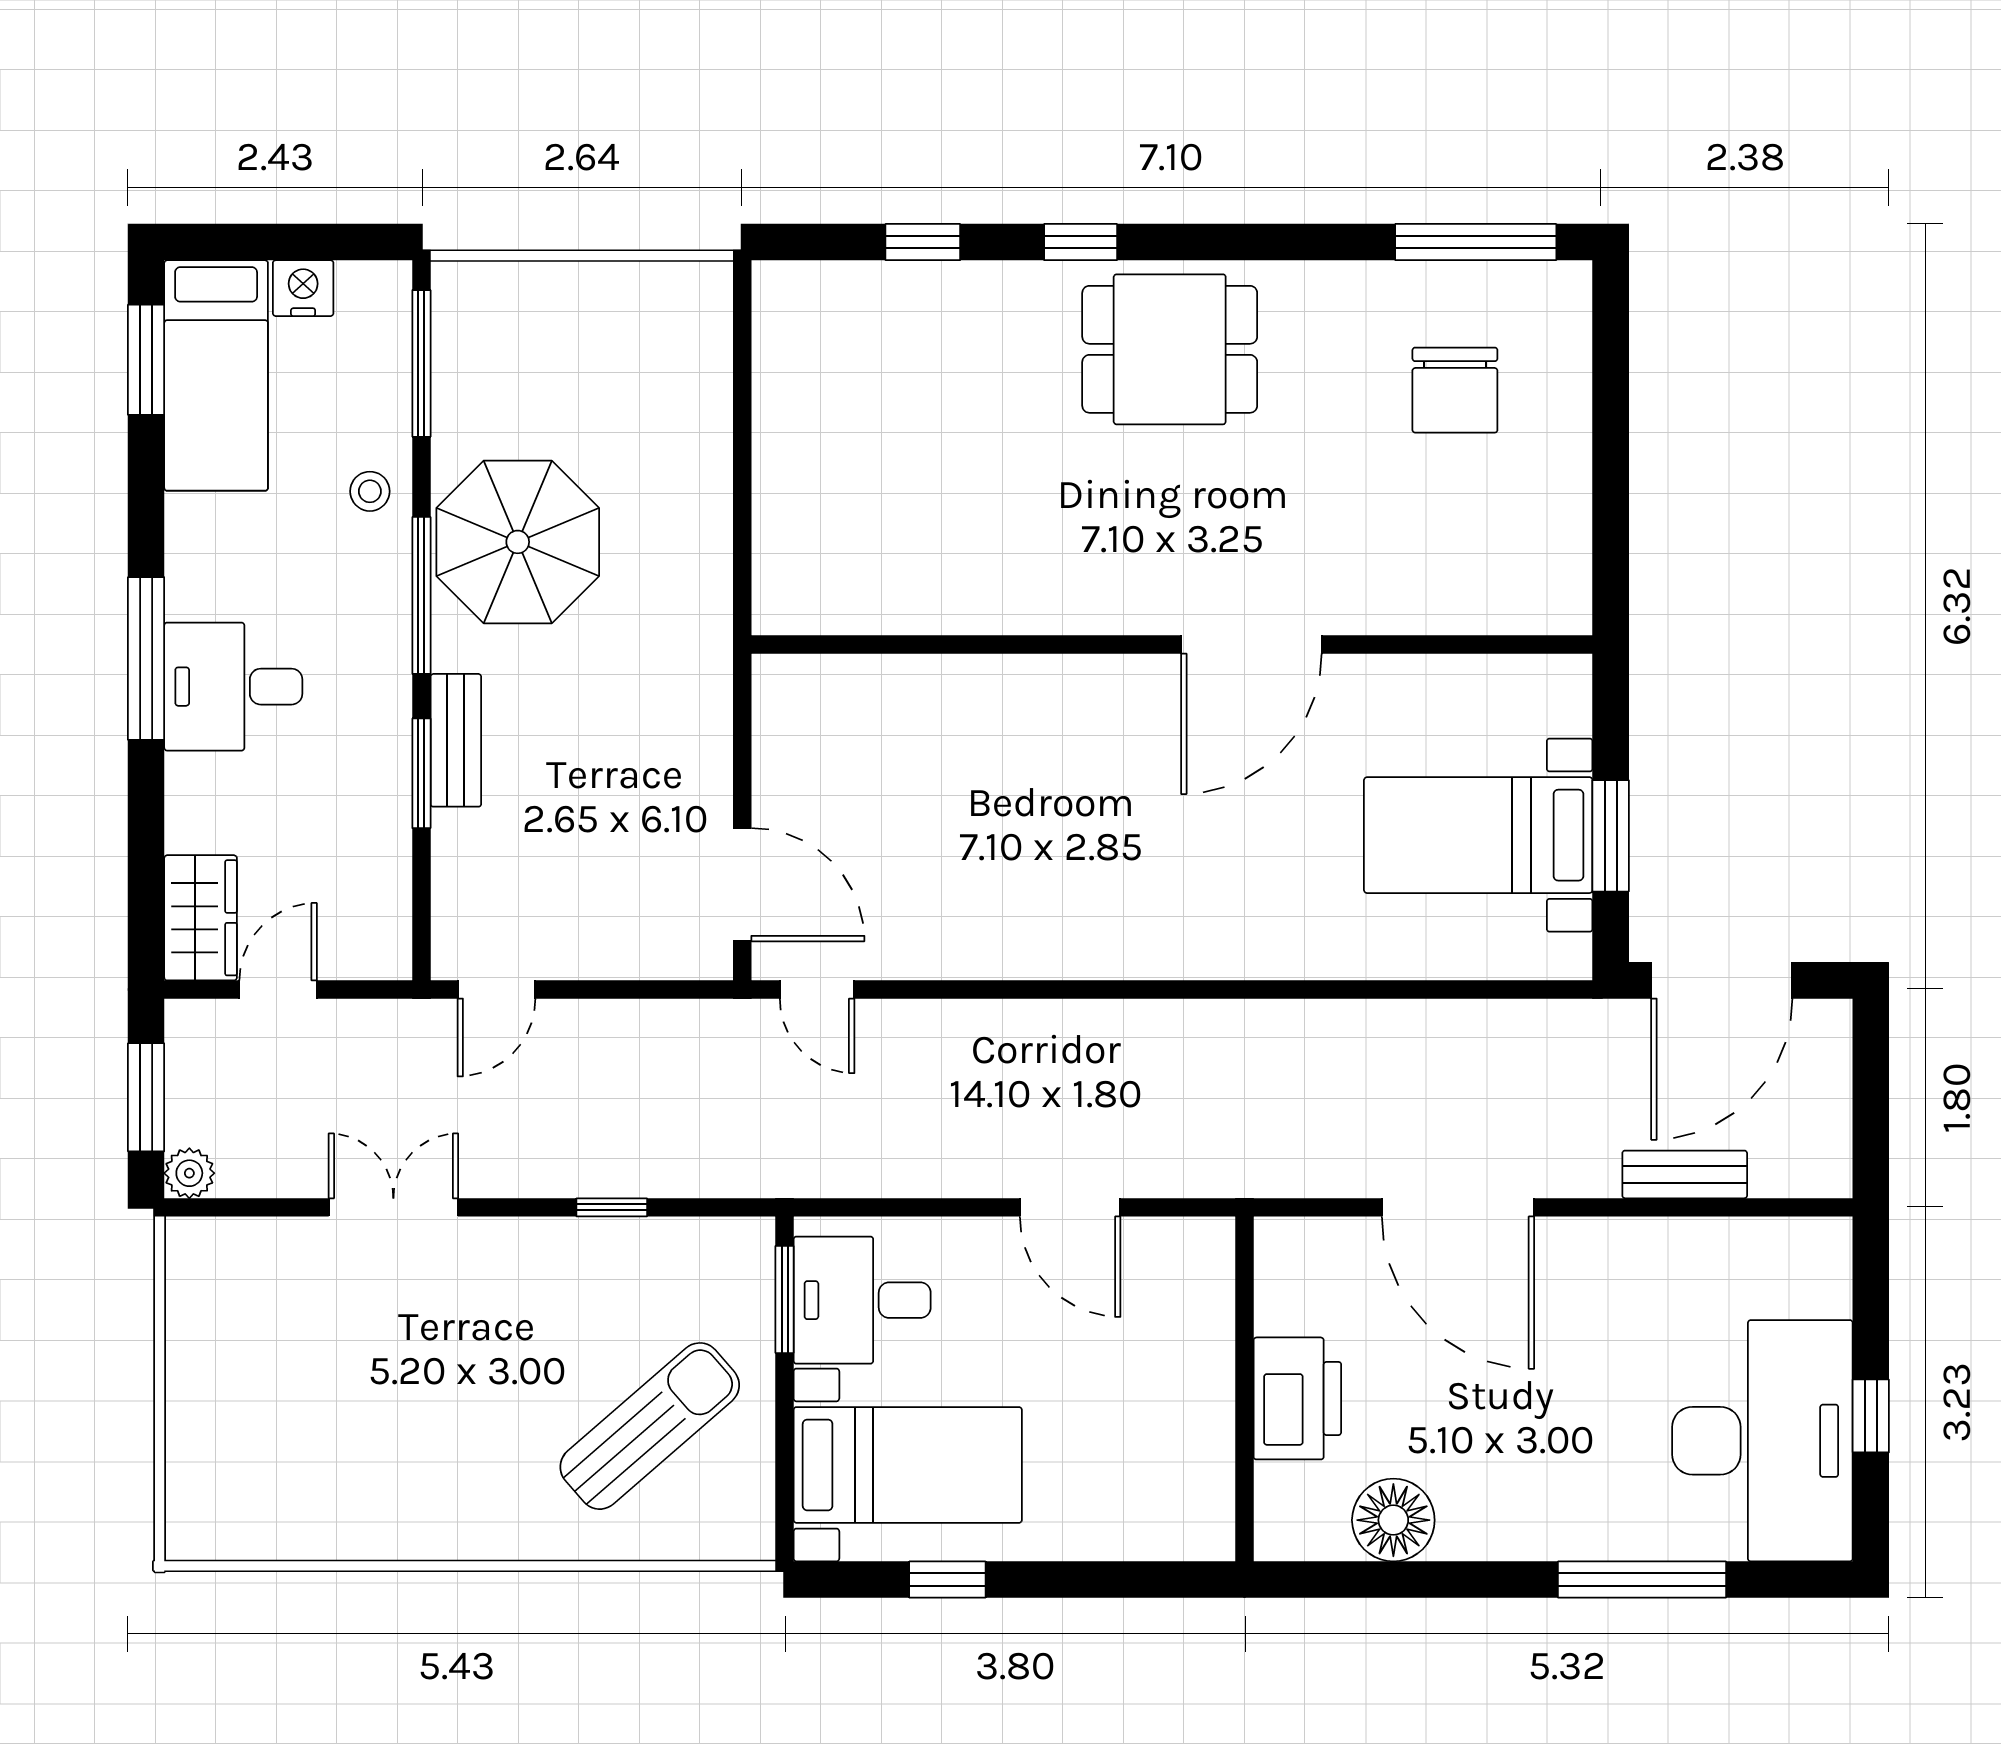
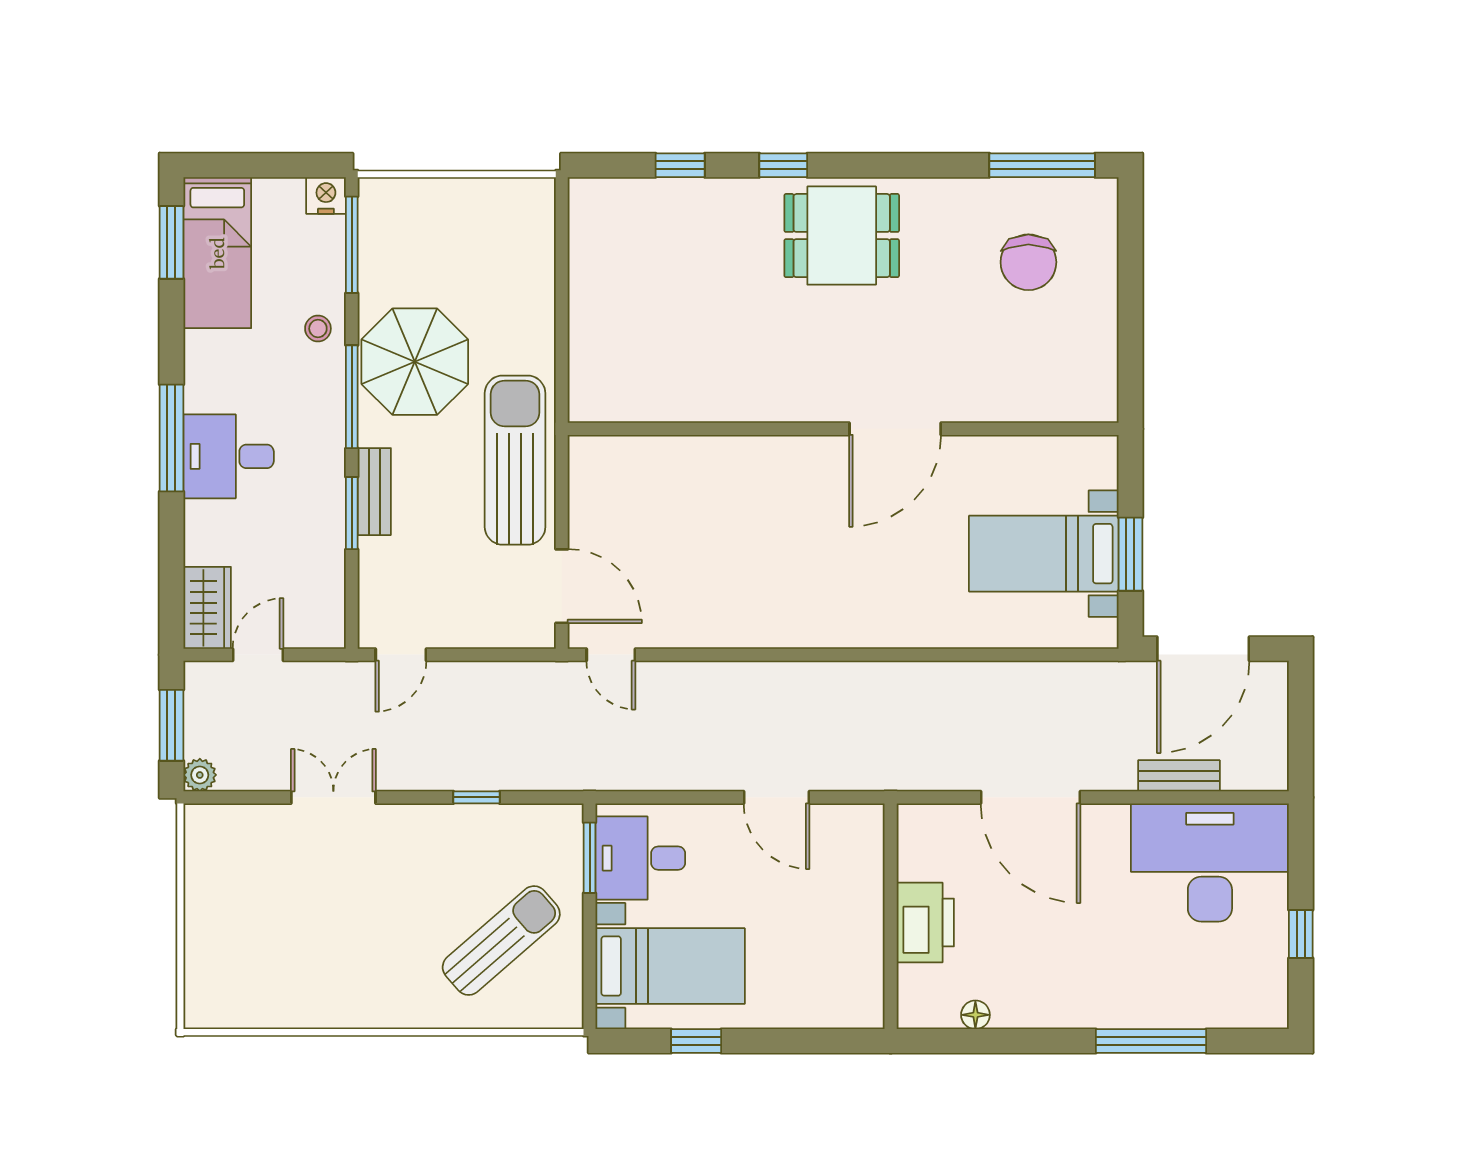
nightstand: (303, 288) -> (326, 195), moved
sun lounger: (671, 692) -> (515, 460), added
desk: (1762, 1441) -> (1210, 862), moved, turned -90
floor lamp: (1393, 1520) -> (975, 1015), width x0.53, depth x0.53

